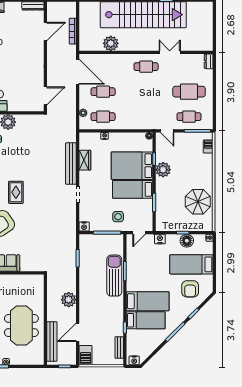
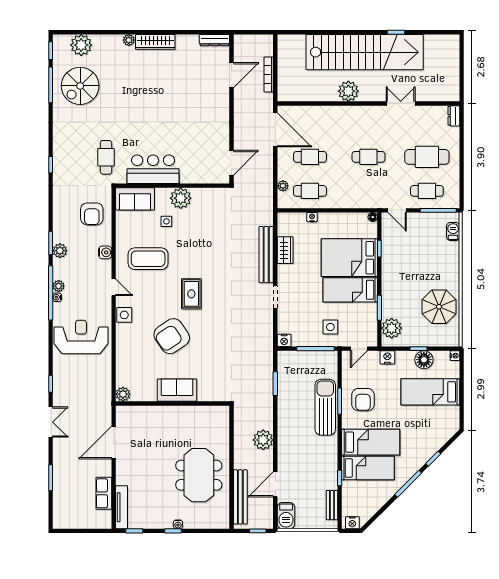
plant: (111, 43) -> (348, 91), moved
cafe table: (146, 67) -> (368, 157), moved
plant: (163, 170) -> (392, 328), moved
armchair: (190, 289) -> (363, 400), moved

